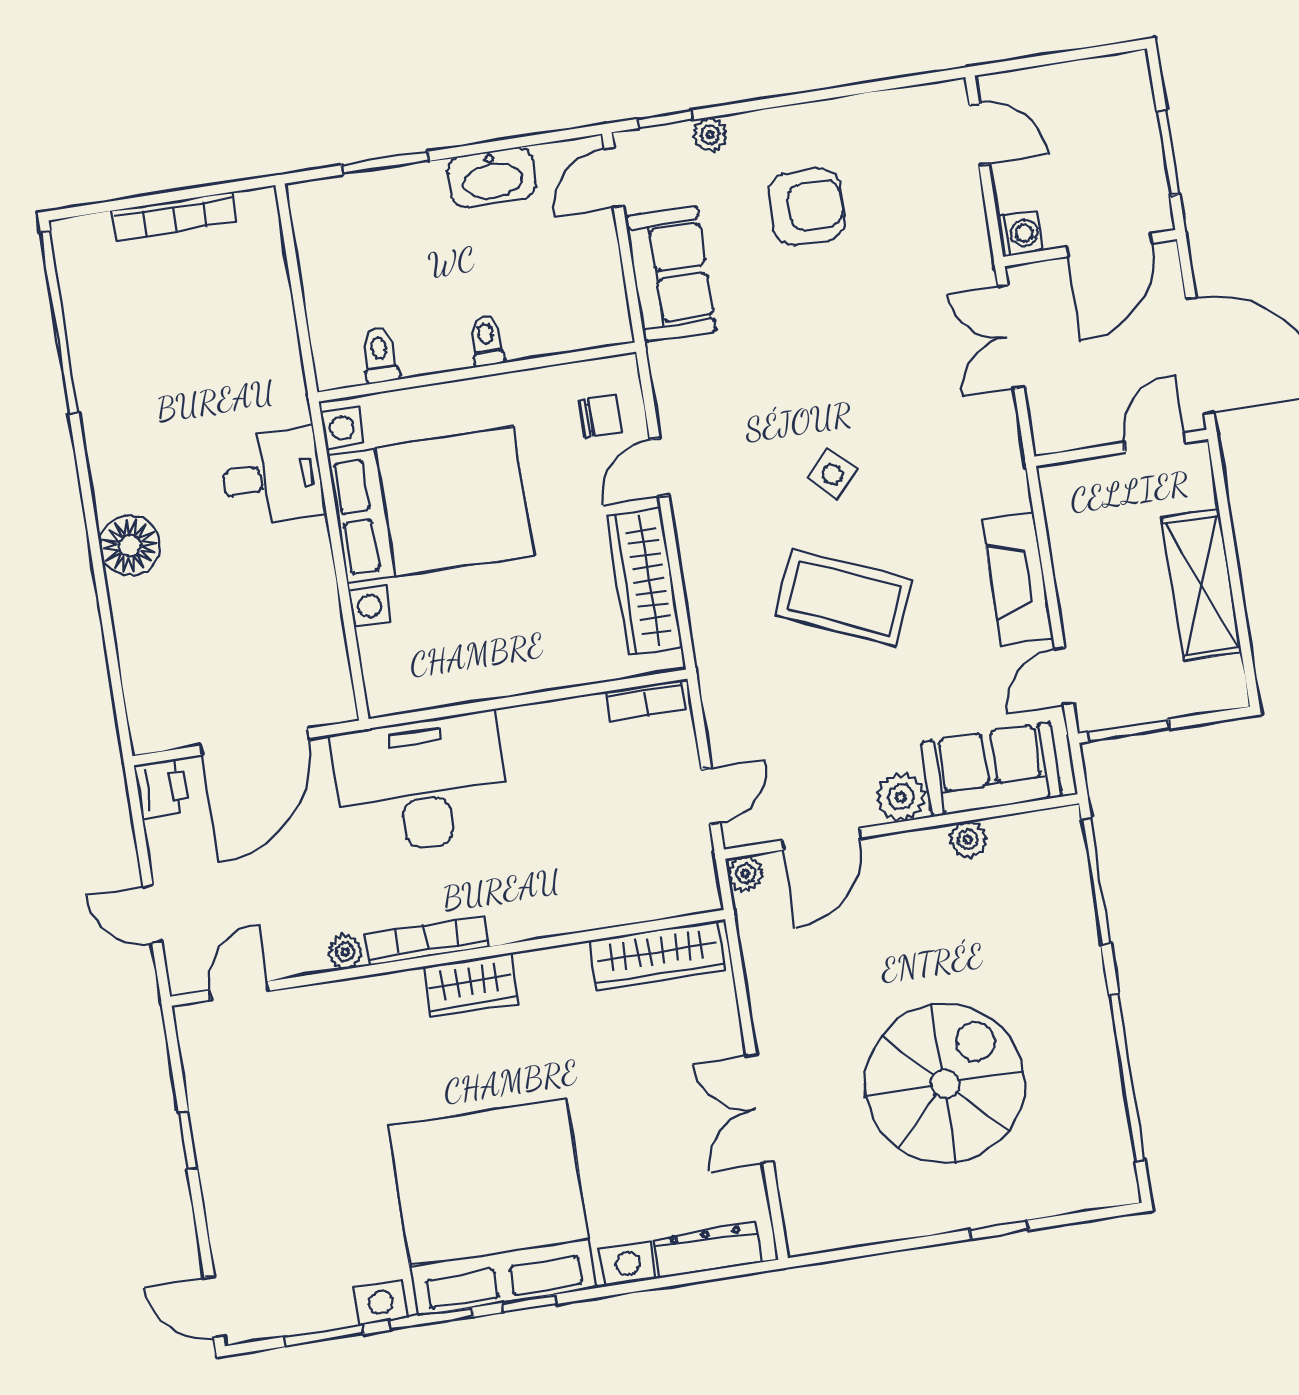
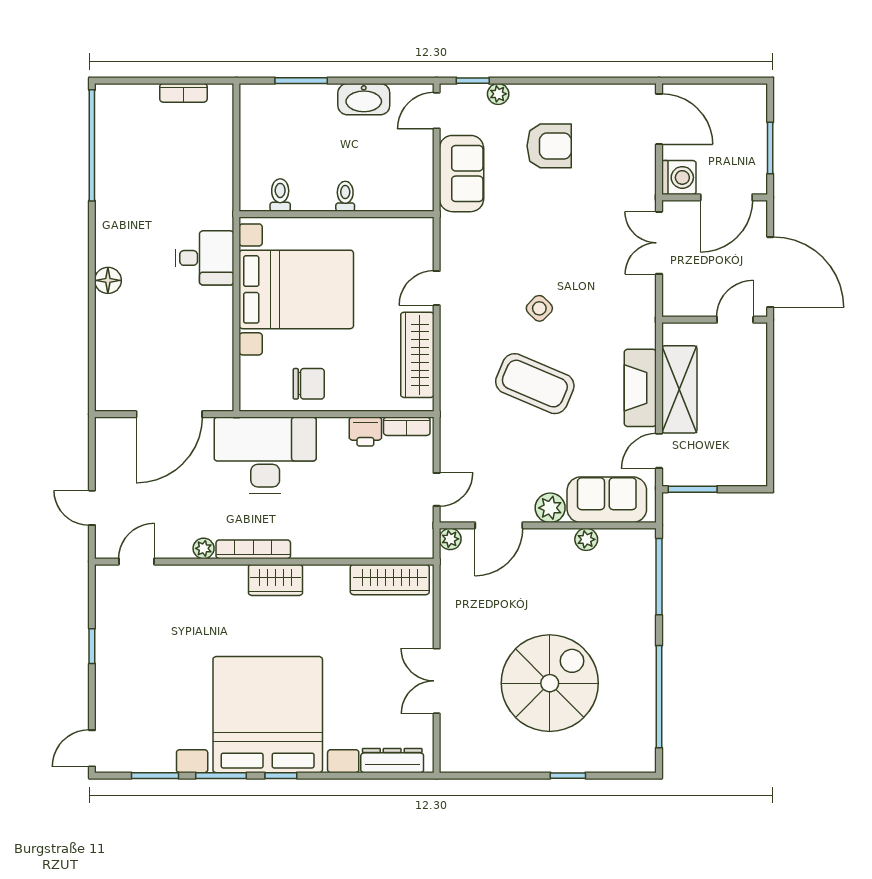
door: (979, 134) -> (659, 119), width x1.38
bookcase: (174, 217) -> (183, 93), width x0.64
washing machine: (1020, 234) -> (679, 177), width x1.38, depth x1.38
chair: (600, 416) -> (309, 384), moved, width x1.37, depth x1.37
floor lamp: (130, 546) -> (108, 280), width x0.73, depth x0.73
shelving: (1202, 585) -> (679, 389), moved
printer: (162, 788) -> (365, 432), moved, turned 90
door: (214, 1307) -> (92, 748), hinge flipped

